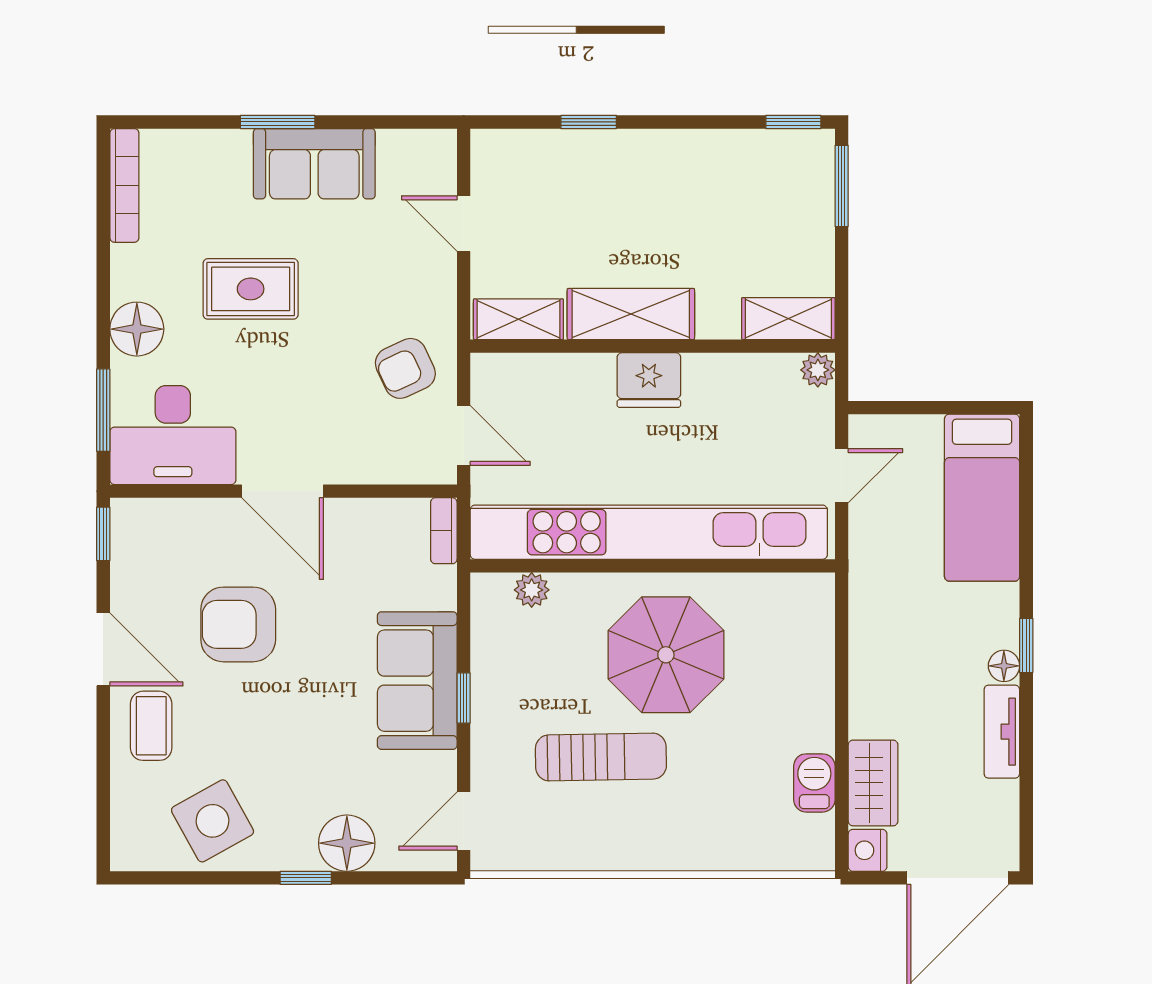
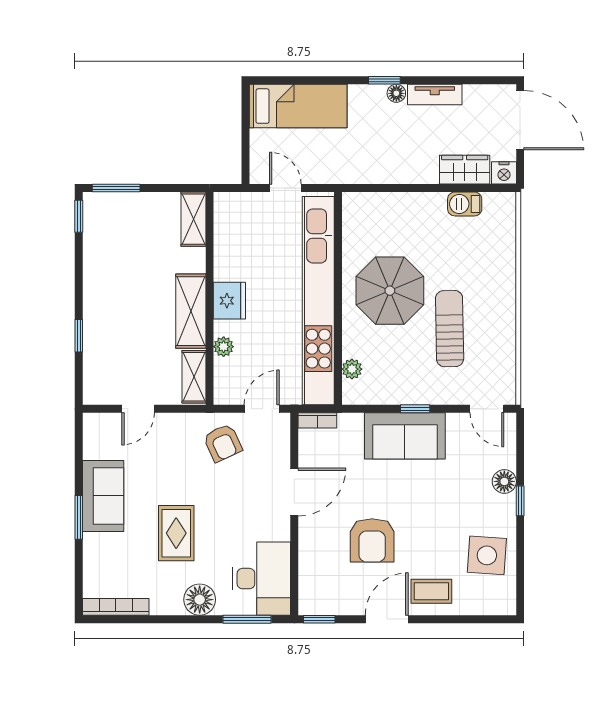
plant: (818, 370) -> (224, 347), moved
door: (283, 491) -> (294, 492), moved
side table: (213, 821) -> (487, 555), turned 33
floor lamp: (347, 843) -> (504, 481), width x0.73, depth x0.73

